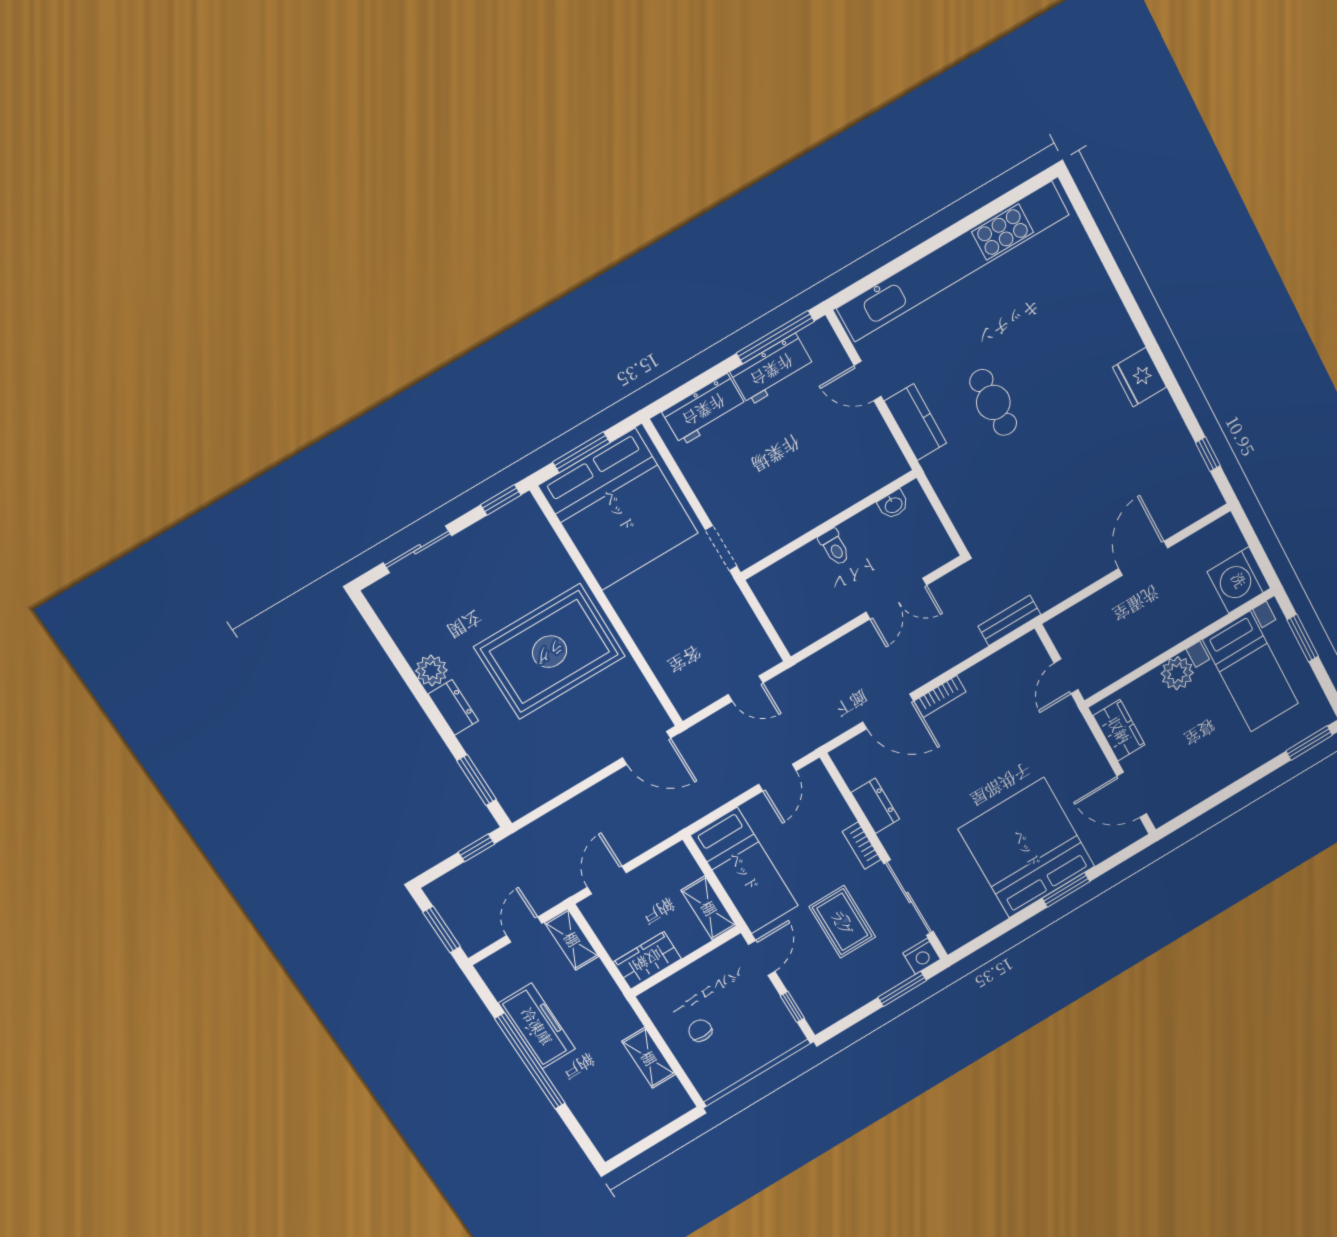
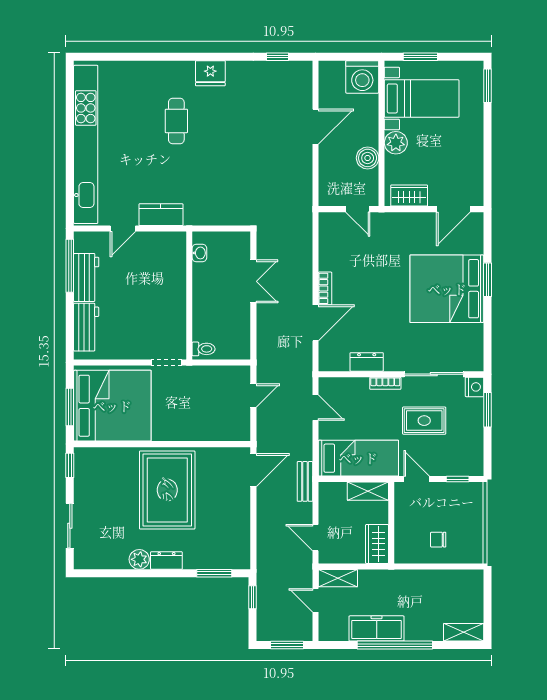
cafe table: (993, 402) -> (176, 121), moved, turned 90
toilet: (834, 547) -> (204, 349), moved
door: (1143, 558) -> (316, 127), swing flipped
bench: (1009, 620) -> (305, 481), moved
boiler: (1139, 649) -> (368, 158), added
shelving: (649, 1058) -> (464, 632), moved

